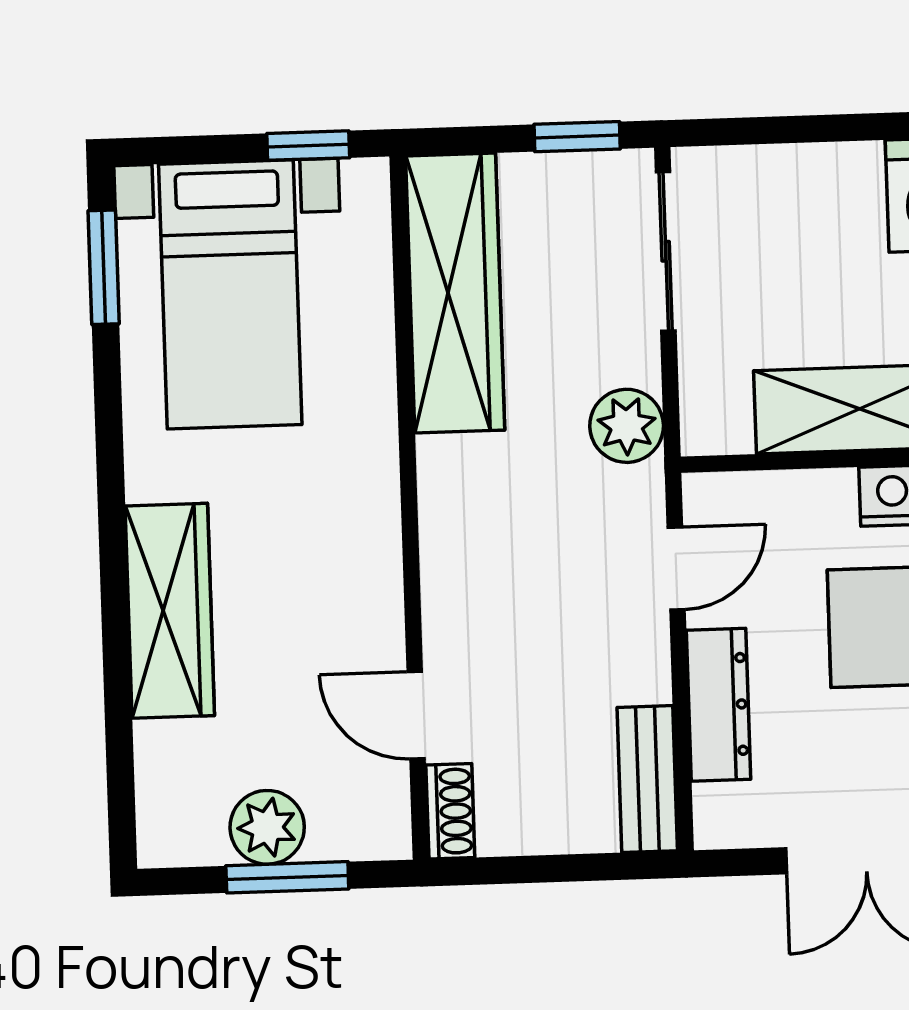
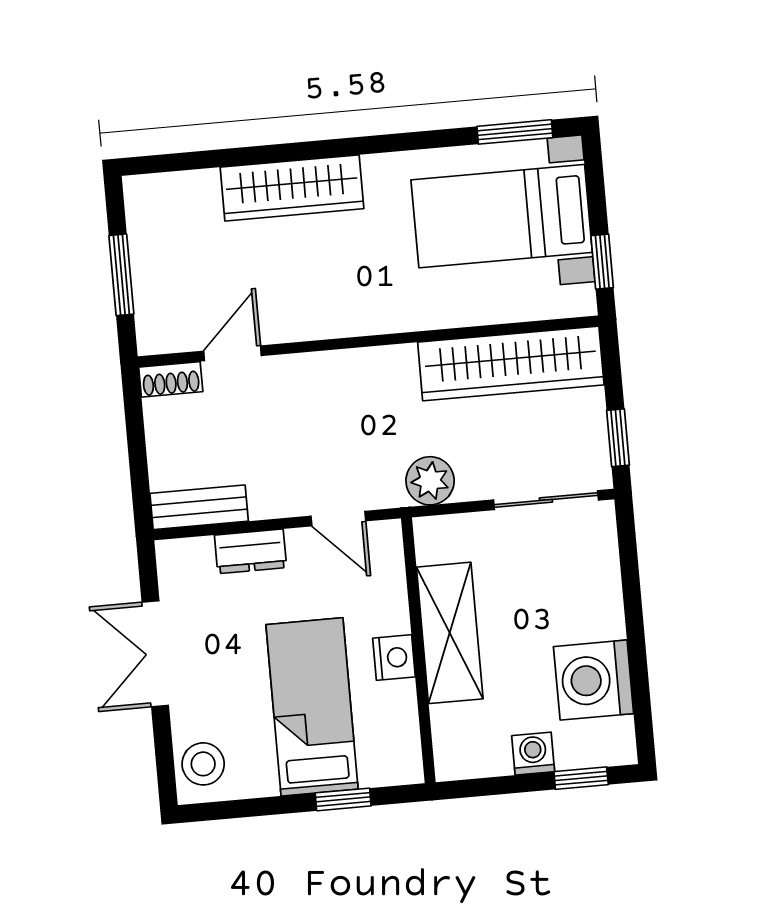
dresser: (719, 705) -> (250, 551), width x0.70
plant: (267, 827) -> (153, 260), removed

